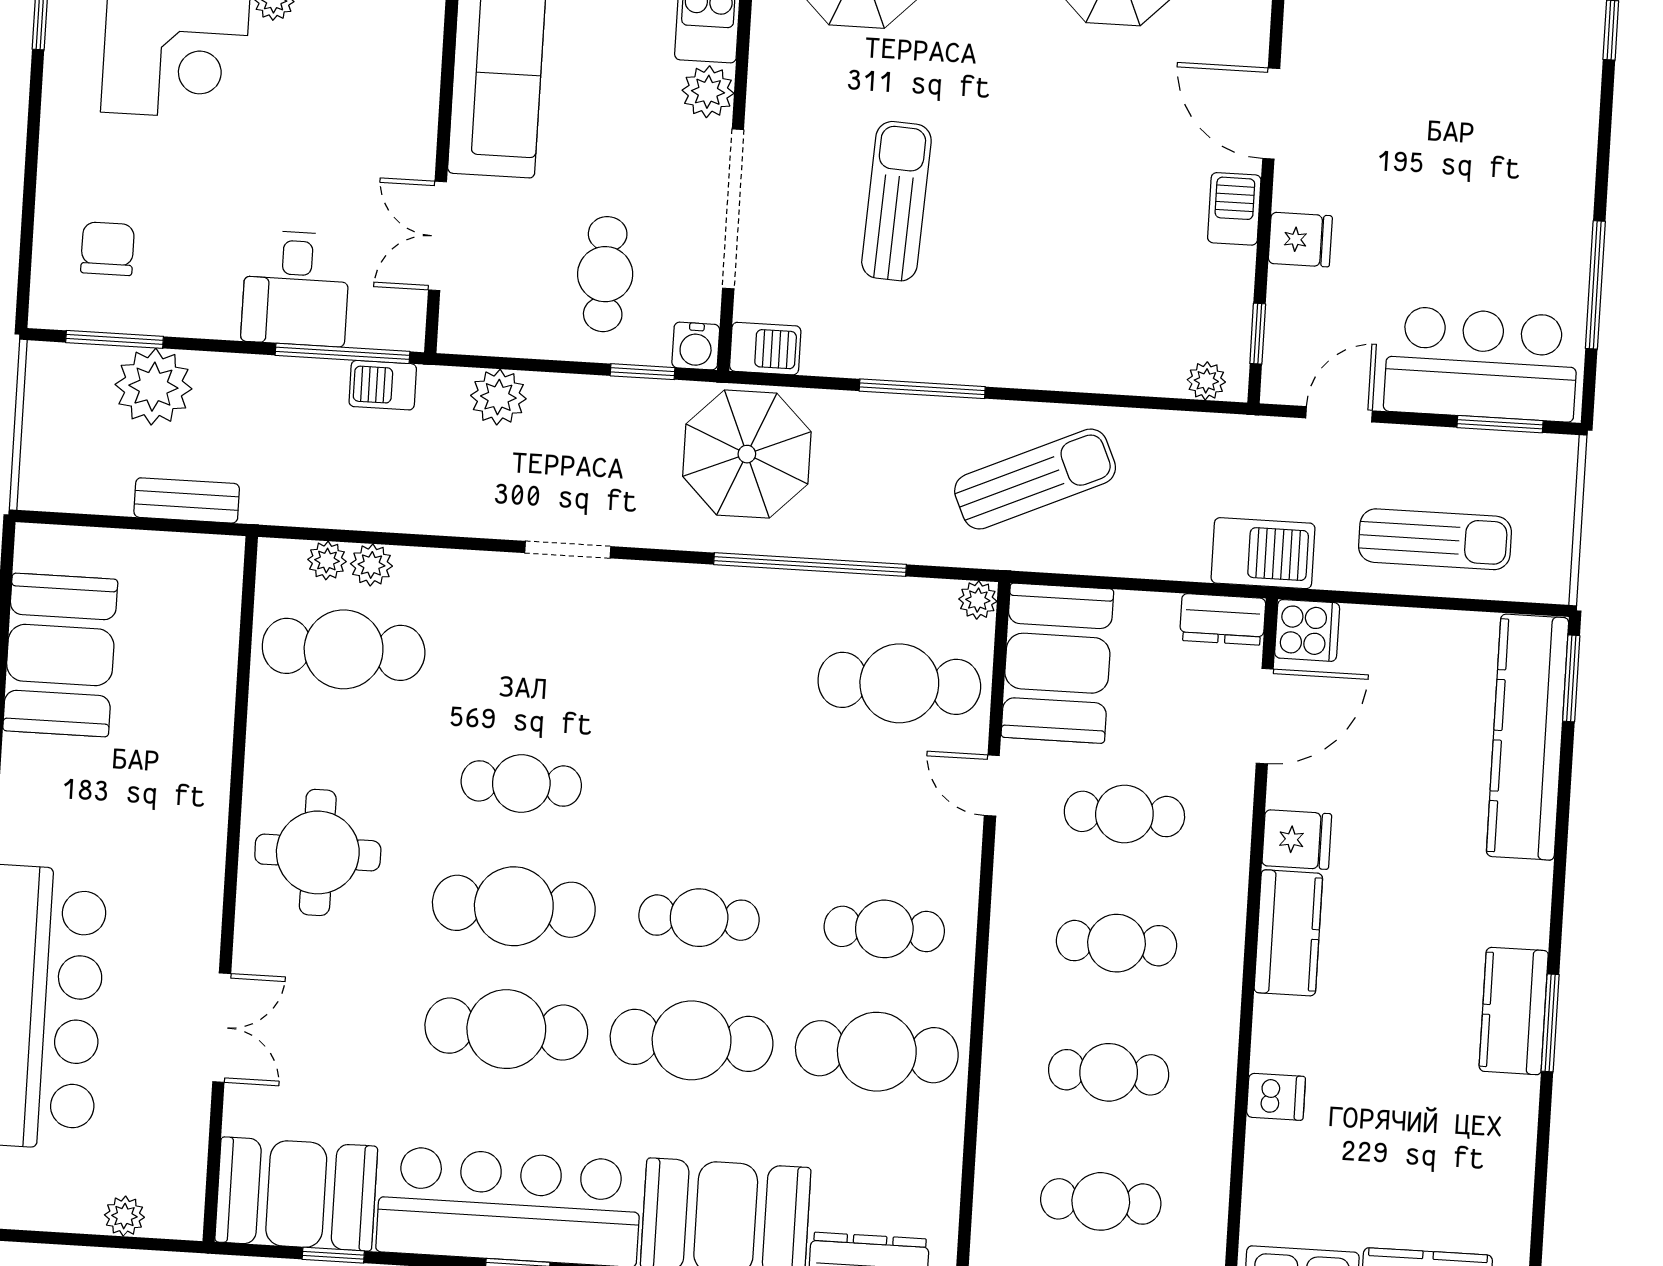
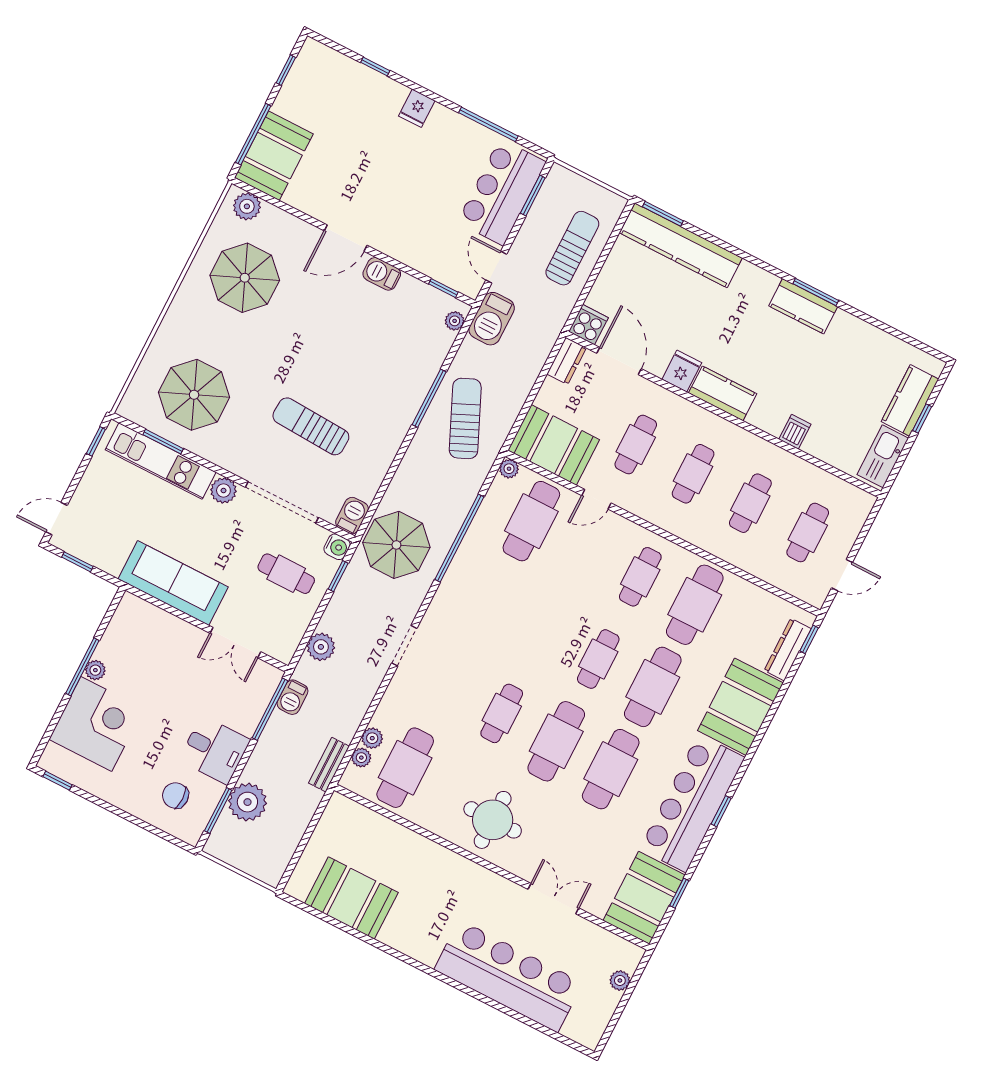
fridge: (1300, 240) -> (417, 108), moved, turned 180
desk: (296, 288) -> (214, 750), moved
window: (922, 389) -> (429, 398), moved
bench: (187, 500) -> (329, 765), moved
barbecue: (1263, 553) -> (492, 319), moved, turned 180

